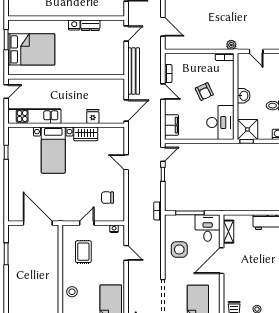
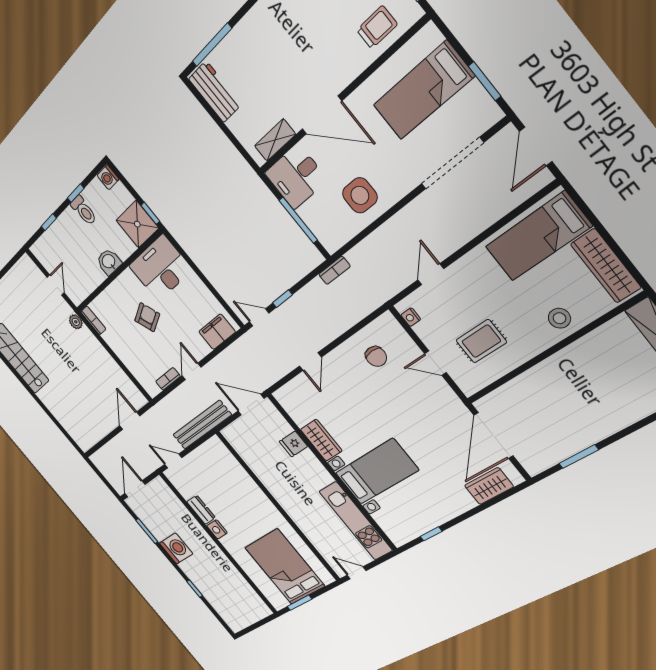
wardrobe: (15, 202) -> (489, 486), added

